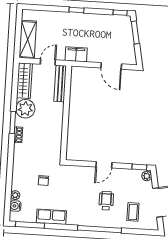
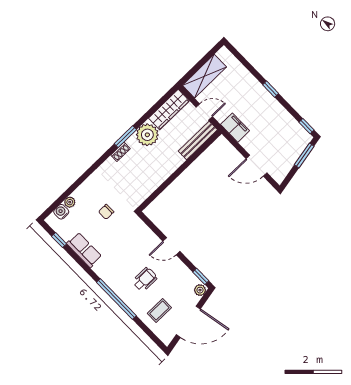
door: (111, 66) -> (256, 166), hinge flipped
window: (30, 225) -> (59, 240), width x0.46

